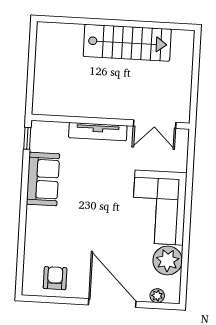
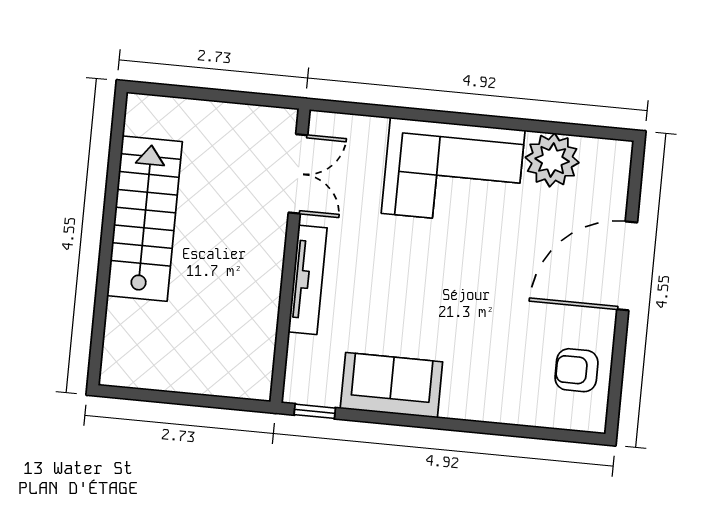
plant: (157, 296) -> (617, 182), removed

